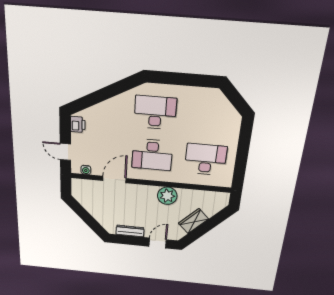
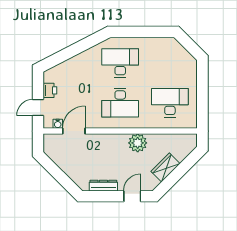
printer: (78, 124) -> (50, 90), moved
door: (65, 152) -> (38, 108), hinge flipped
door: (114, 179) -> (74, 131), moved

